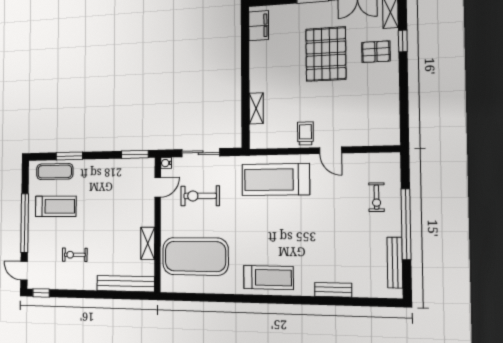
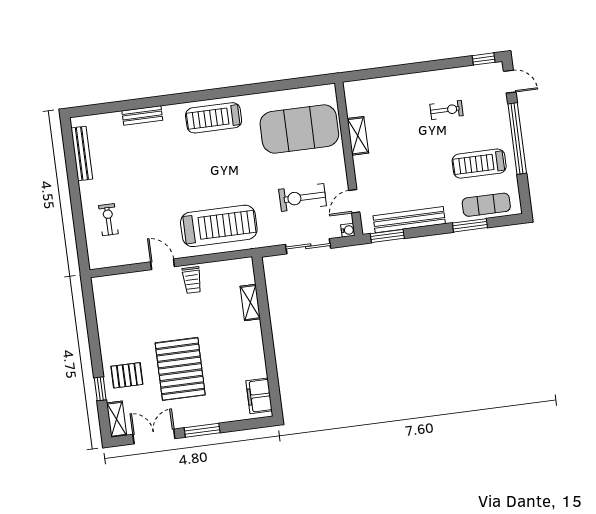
exercise bike: (200, 196) -> (303, 198), turned 180
window: (406, 224) -> (75, 195), removed
bench: (126, 284) -> (409, 220), moved

